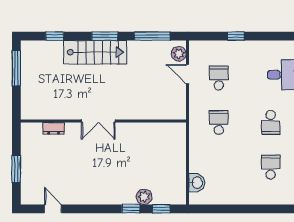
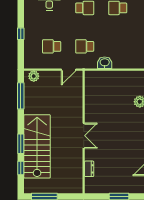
window: (105, 36) -> (21, 144), moved
stairs: (95, 52) -> (37, 146), width x1.36, depth x1.51
door: (187, 74) -> (69, 70), moved
washbasin: (197, 183) -> (105, 63), moved

